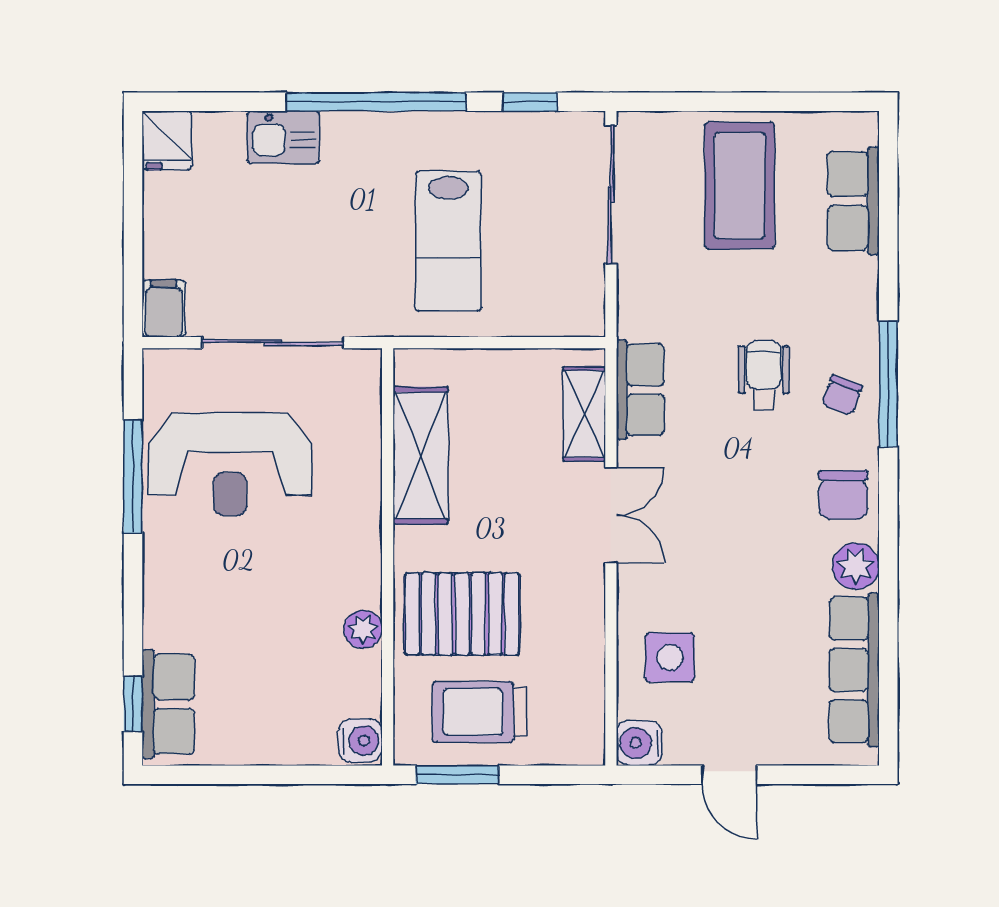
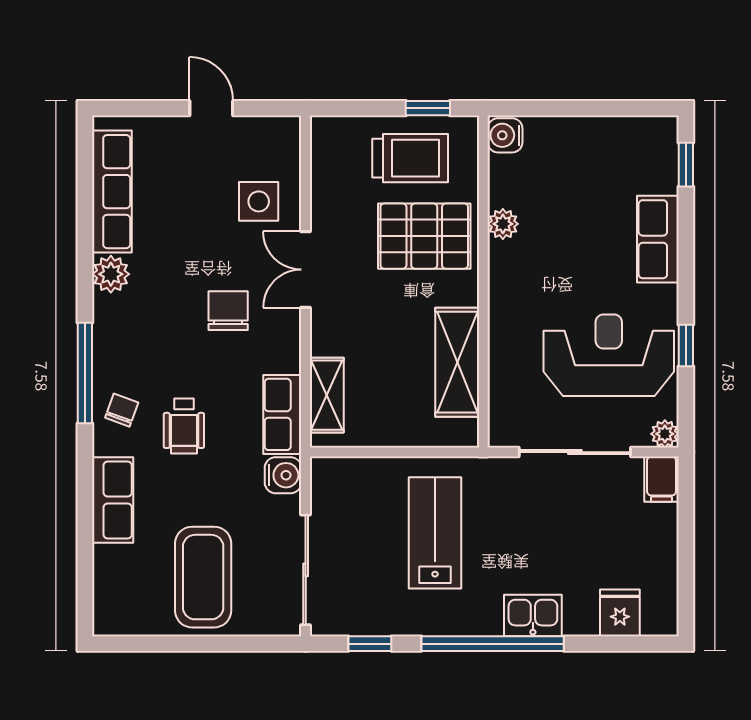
kitchen sink: (283, 137) -> (533, 616), moved
fridge: (167, 140) -> (620, 613), moved
row of seats: (853, 201) -> (113, 500), moved
plant: (160, 365) -> (665, 434), added
window: (888, 384) -> (85, 373), moved
window: (133, 476) -> (686, 345), width x0.46
chair: (843, 495) -> (228, 311), moved
double door: (611, 515) -> (306, 270), moved
row of seats: (168, 704) -> (658, 239), moved
water cooler: (639, 743) -> (283, 475), moved
window: (457, 775) -> (428, 108), width x0.67

